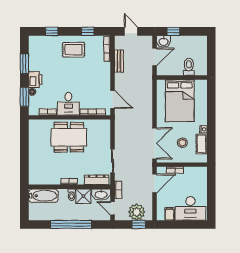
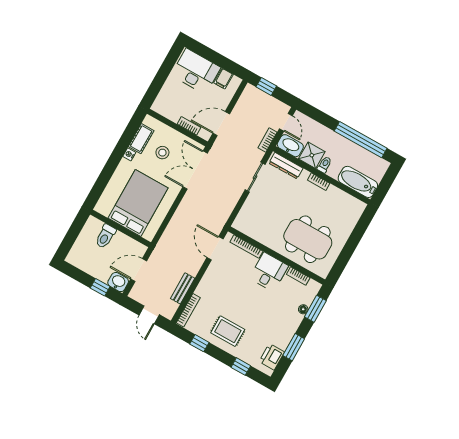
printer: (35, 80) -> (272, 357), moved
dining table: (69, 137) -> (308, 239), moved
plant: (137, 212) -> (260, 102), removed
window: (71, 224) -> (361, 140), moved

